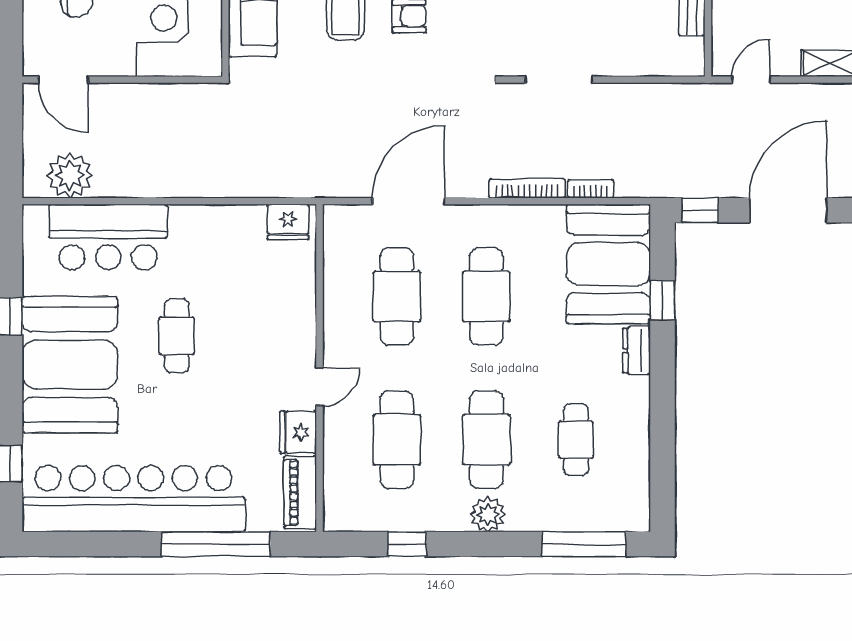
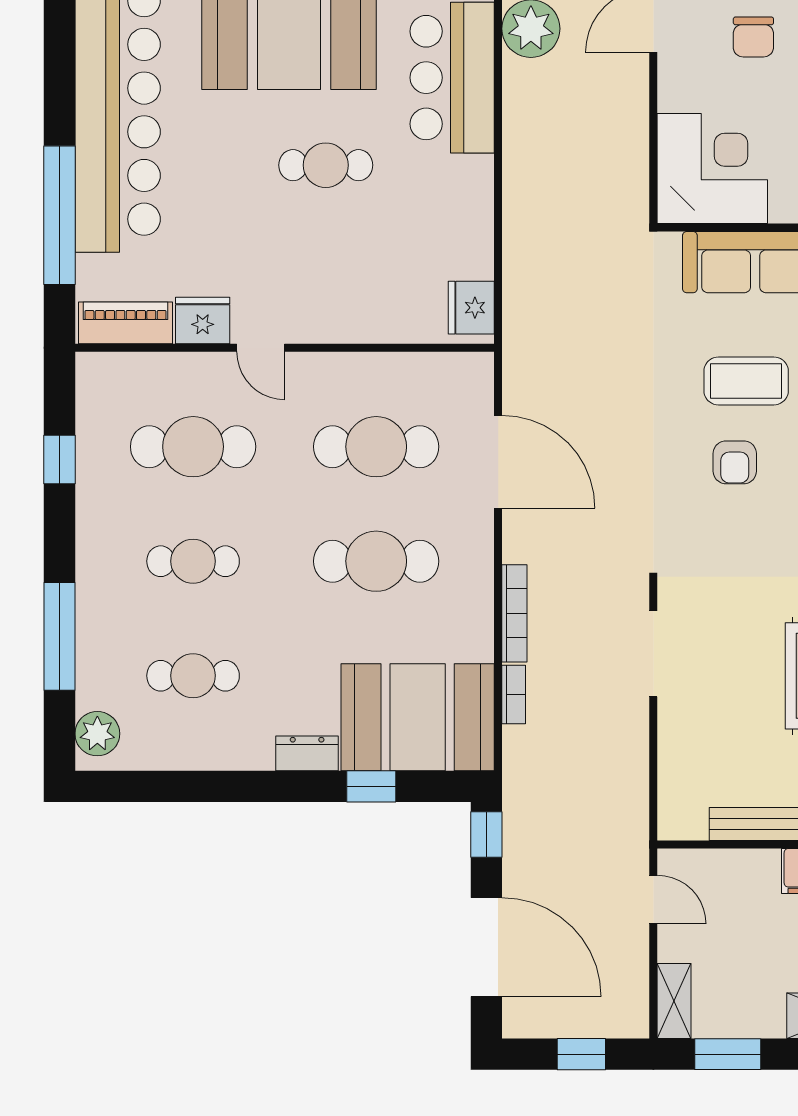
cafe table: (486, 440) -> (193, 561), width x0.73, depth x0.74
plant: (488, 515) -> (97, 734), moved
window: (584, 544) -> (60, 636), moved

